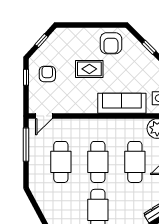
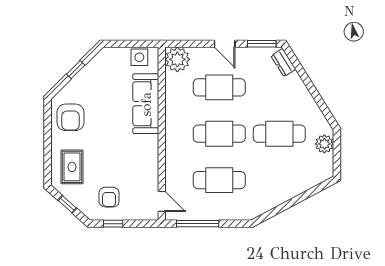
armchair: (111, 43) -> (71, 117), turned 90
rug: (89, 69) -> (72, 167), moved
armchair: (47, 74) -> (109, 197), turned -90

